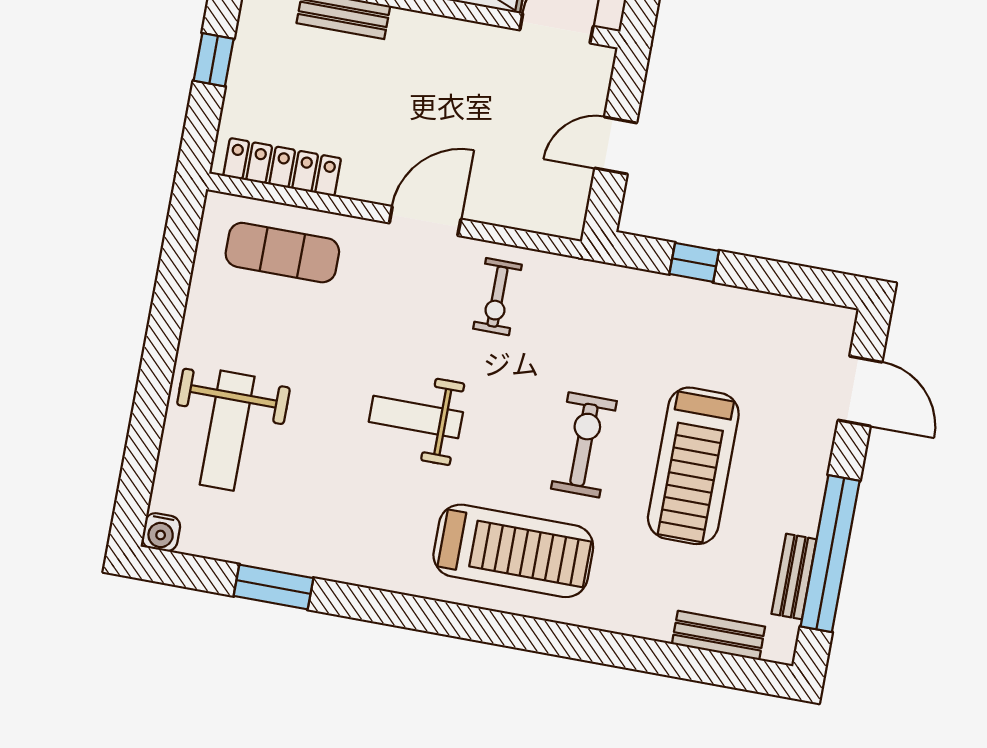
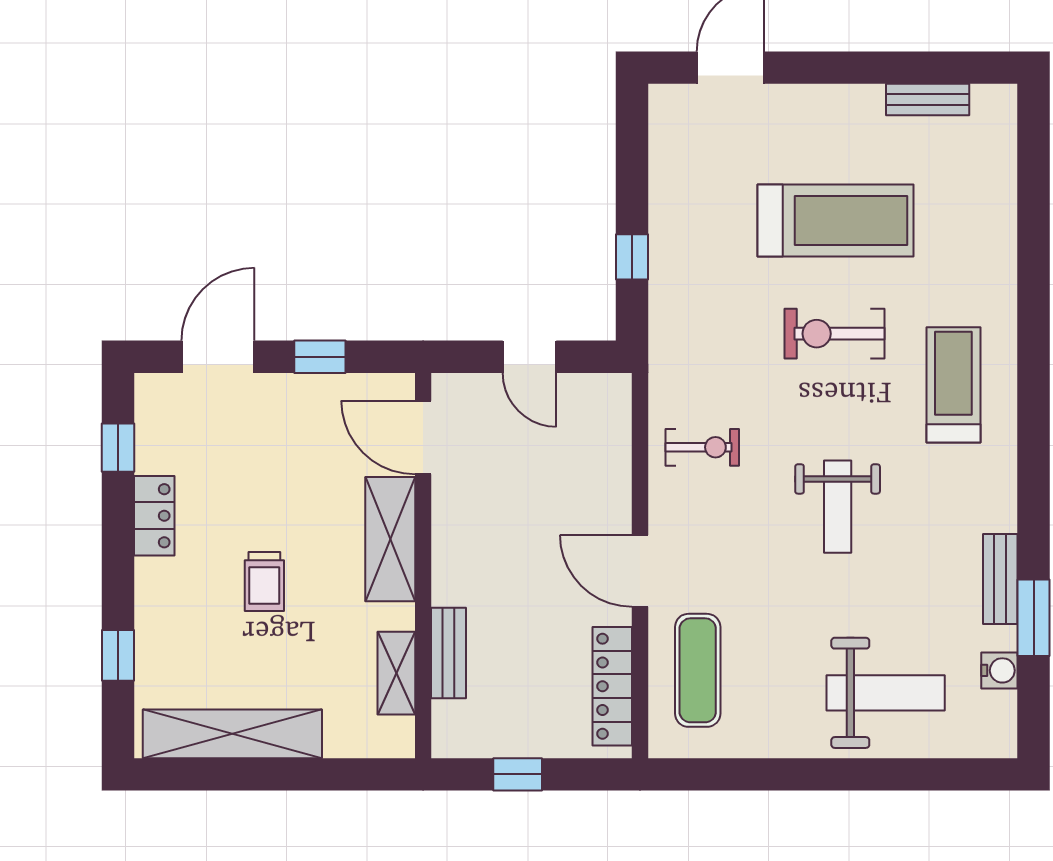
door: (425, 221) -> (640, 571), moved
water cooler: (161, 532) -> (999, 670), moved
treadmill: (513, 551) -> (953, 385), width x0.73, depth x0.73
window: (830, 554) -> (898, 68), removed
bench: (718, 635) -> (1000, 579), moved

